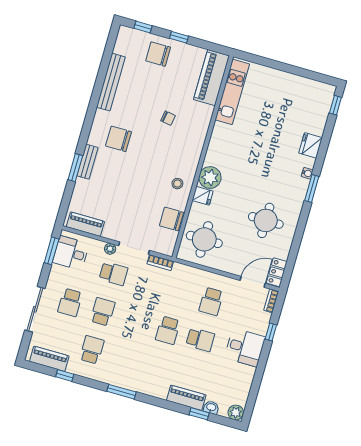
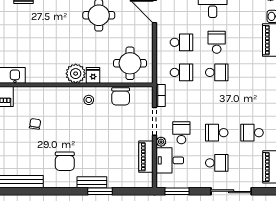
piano: (85, 224) -> (146, 157), moved
desk: (71, 253) -> (170, 160), moved, turned 90
school desk: (179, 292) -> (181, 72), added

